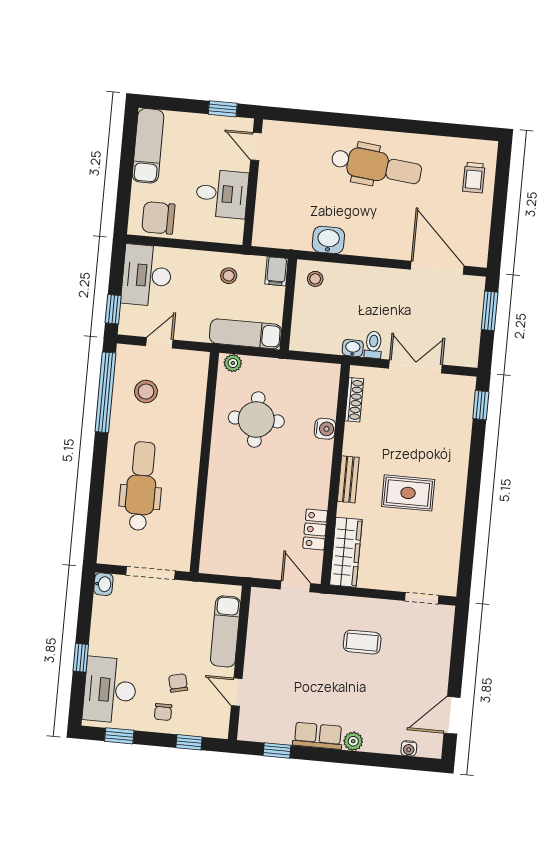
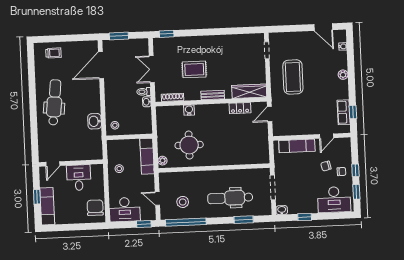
window: (223, 109) -> (37, 197), moved
exam couch: (148, 146) -> (47, 206), moved, turned 90
chair: (158, 218) -> (95, 208), turned 180
filing cabinet: (277, 271) -> (114, 145), removed
rug: (408, 493) -> (194, 69), moved, turned 90
window: (95, 507) -> (244, 220), added
coffee table: (362, 642) -> (293, 77), width x1.86, depth x1.72
window: (81, 658) -> (305, 217), moved
row of seats: (318, 736) -> (344, 112), moved
window: (189, 742) -> (355, 170), moved

